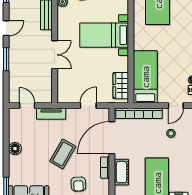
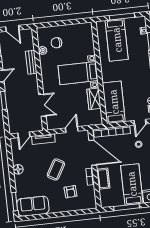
double door: (55, 55) -> (42, 105), moved
wardrobe: (121, 86) -> (94, 99), moved
door: (27, 106) -> (24, 135), swing flipped
door: (112, 138) -> (93, 153), swing flipped

